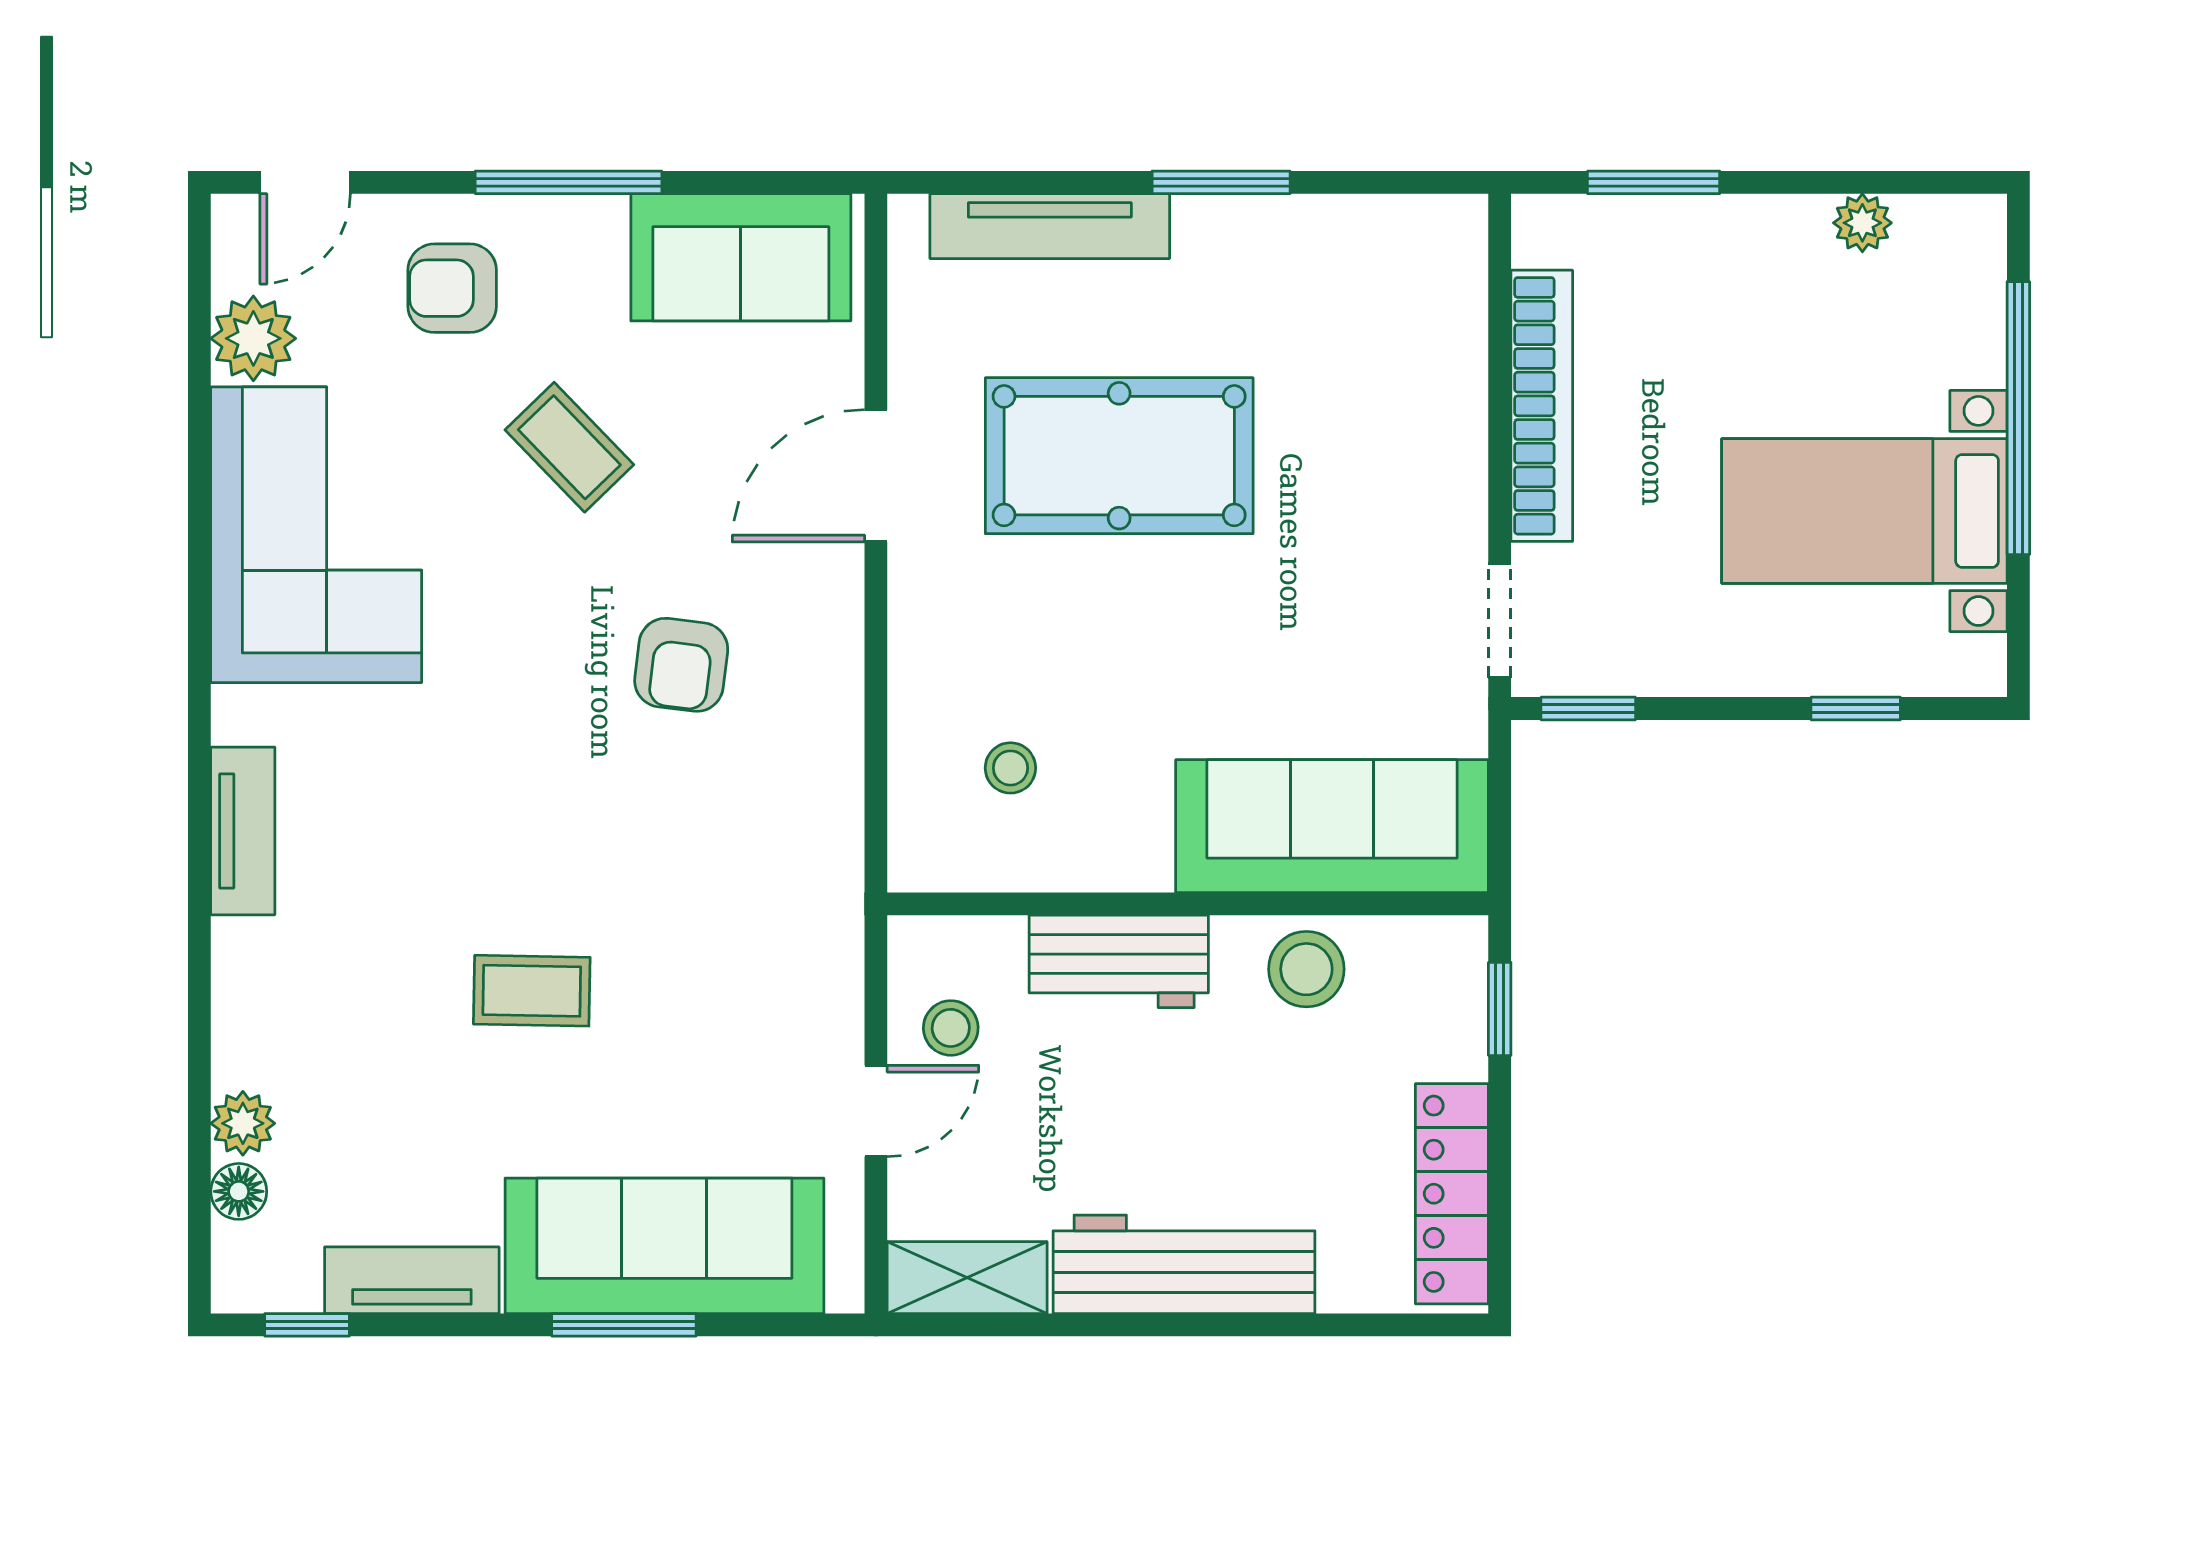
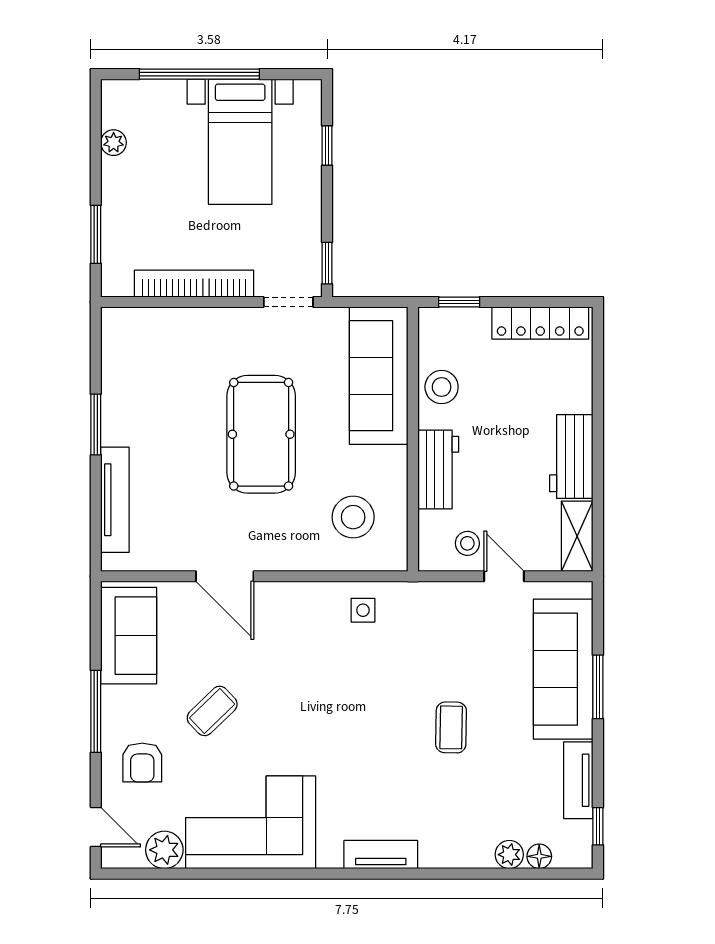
pool table: (1119, 456) -> (261, 434), moved
armchair: (681, 665) -> (308, 662), removed
stool: (1010, 768) -> (353, 517), width x1.89, depth x1.89
side table: (799, 790) -> (363, 610), added
workbench: (1184, 1264) -> (571, 457), width x0.73

